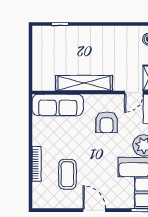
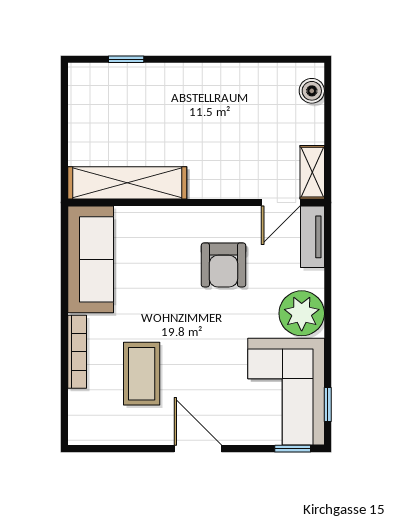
shelving: (84, 83) -> (127, 183), moved
sofa: (58, 105) -> (91, 259), moved, turned -90

